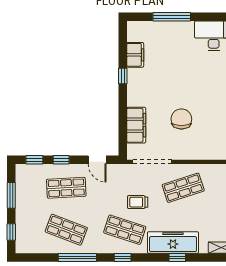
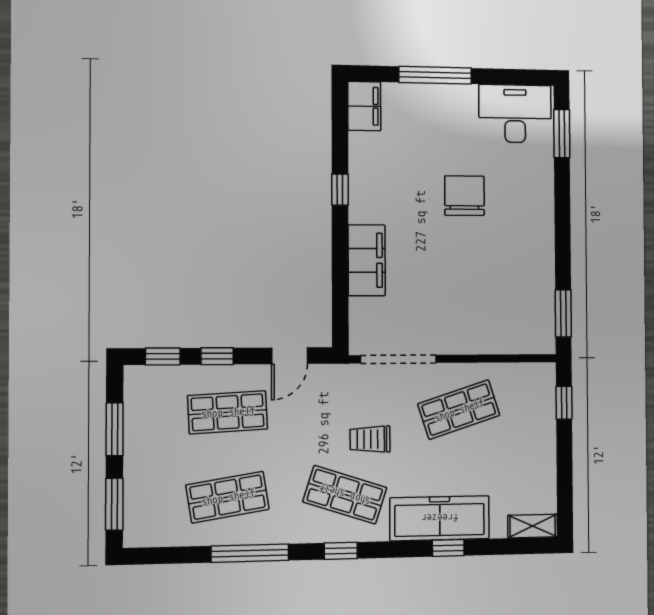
filing cabinet: (135, 55) -> (364, 106), moved
chair: (181, 119) -> (464, 196), moved
filing cabinet: (136, 125) -> (367, 260), moved
door: (97, 160) -> (290, 356), hinge flipped
shop shelf: (66, 230) -> (228, 497), turned -30
window: (11, 232) -> (114, 504), width x1.50

